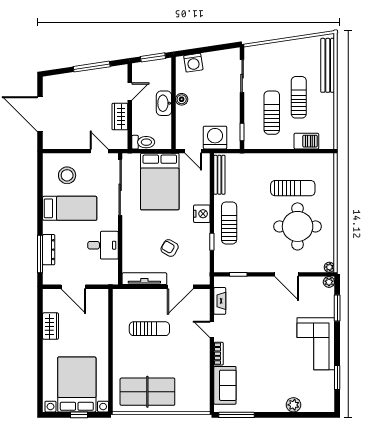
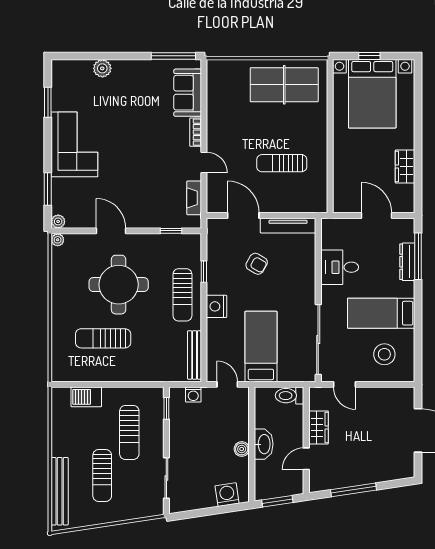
sun lounger: (299, 97) -> (102, 476), moved
washing machine: (215, 138) -> (193, 395), width x0.53, depth x0.53
bed: (160, 182) -> (261, 347), width x0.67
round table: (298, 226) -> (119, 285), moved
door: (180, 287) -> (243, 216), hinge flipped

